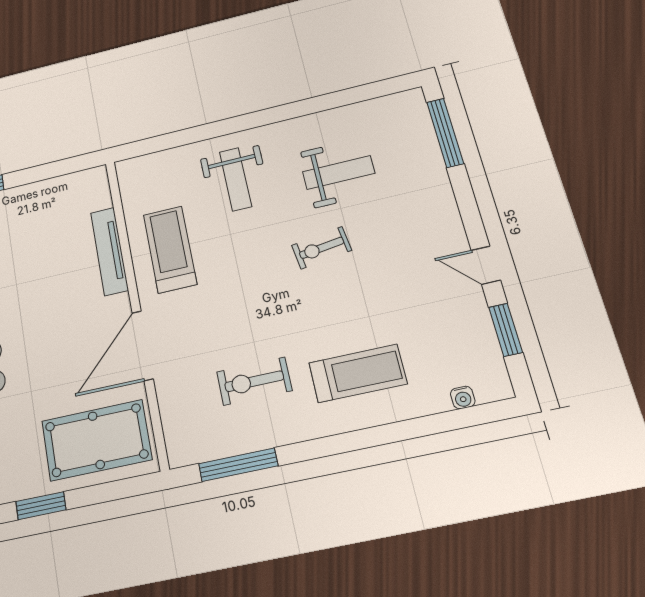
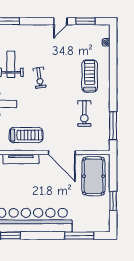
treadmill: (170, 249) -> (26, 135), turned 180

